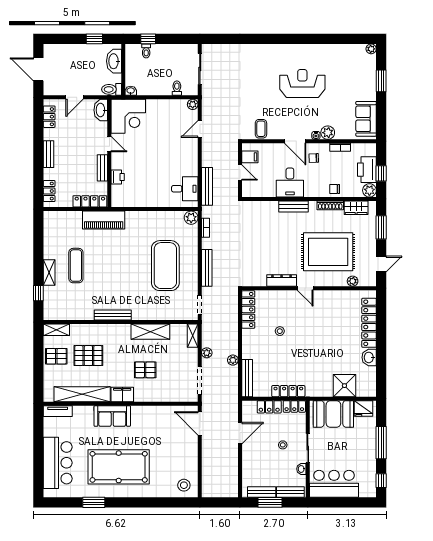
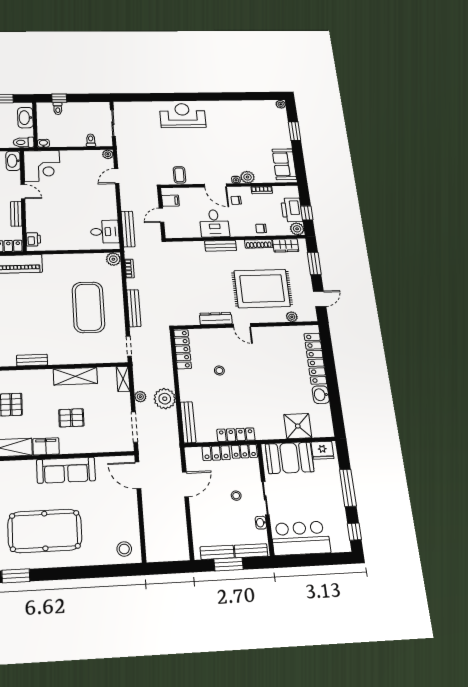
reception desk: (302, 83) -> (183, 116), moved
door: (240, 172) -> (161, 215), swing flipped
printer: (118, 177) -> (33, 239), moved
bench: (113, 315) -> (32, 360), width x0.73
plant: (233, 360) -> (165, 399), width x1.88, depth x1.88
sofa: (112, 416) -> (66, 470), moved, width x1.36

